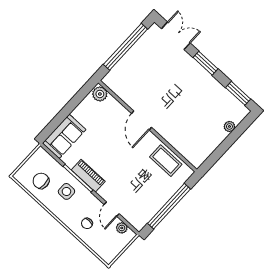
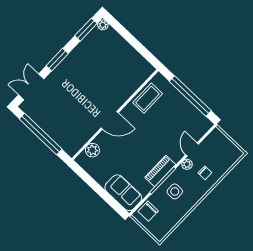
plant: (100, 94) -> (92, 150), moved
plant: (229, 126) -> (103, 25), moved
chair: (41, 181) -> (148, 211), moved
door: (112, 209) -> (192, 150), swing flipped
plant: (122, 228) -> (187, 164), moved

